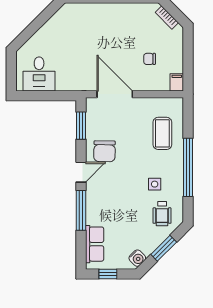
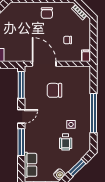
chair: (119, 19) -> (47, 13), added
window: (81, 126) -> (21, 85), width x1.44
coffee table: (162, 133) -> (76, 90), removed
chair: (104, 151) -> (54, 90), moved, turned 89
wheelchair: (162, 214) -> (66, 142), moved

